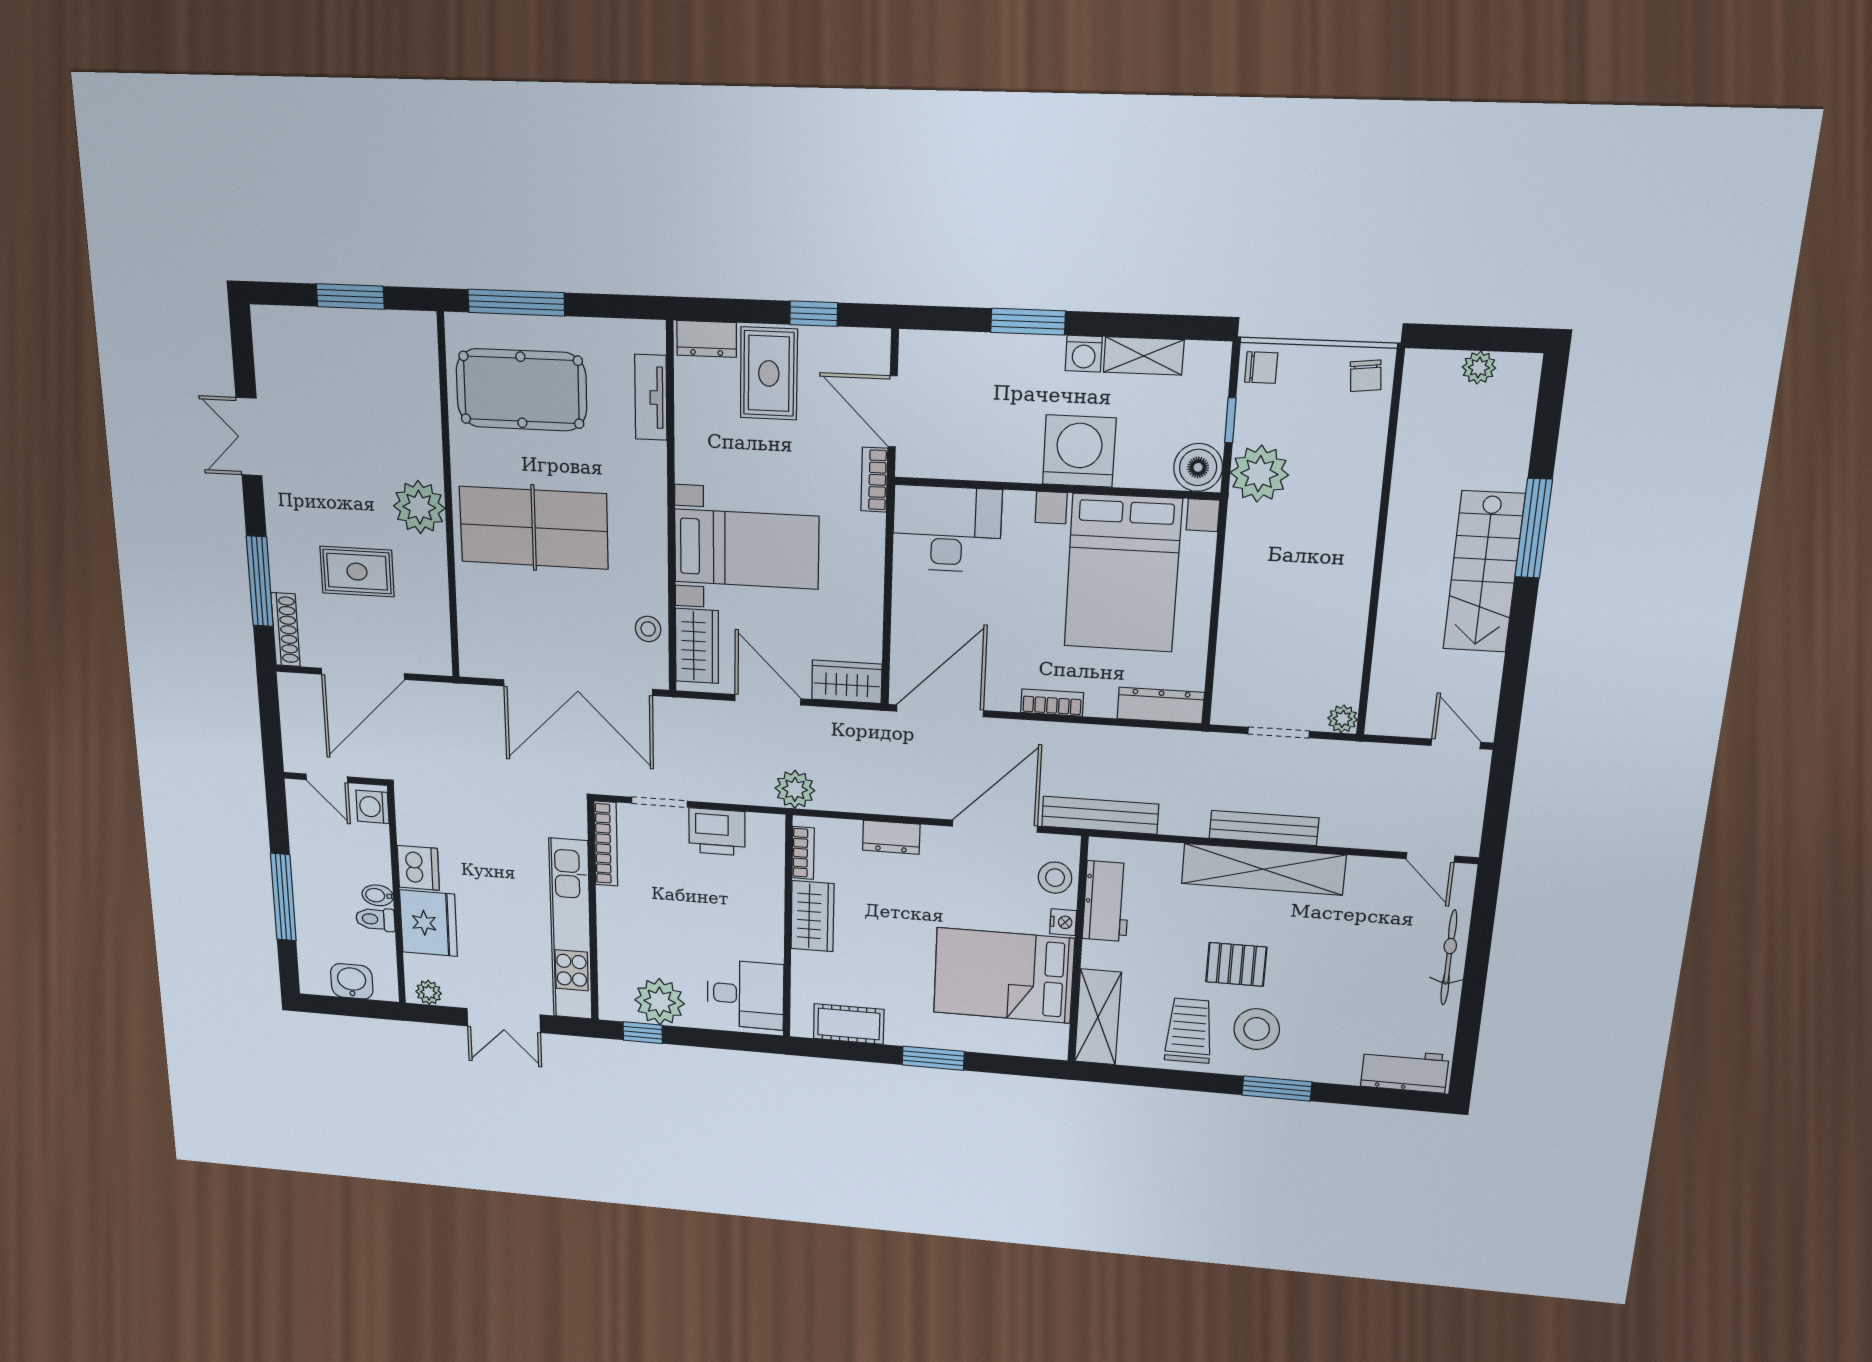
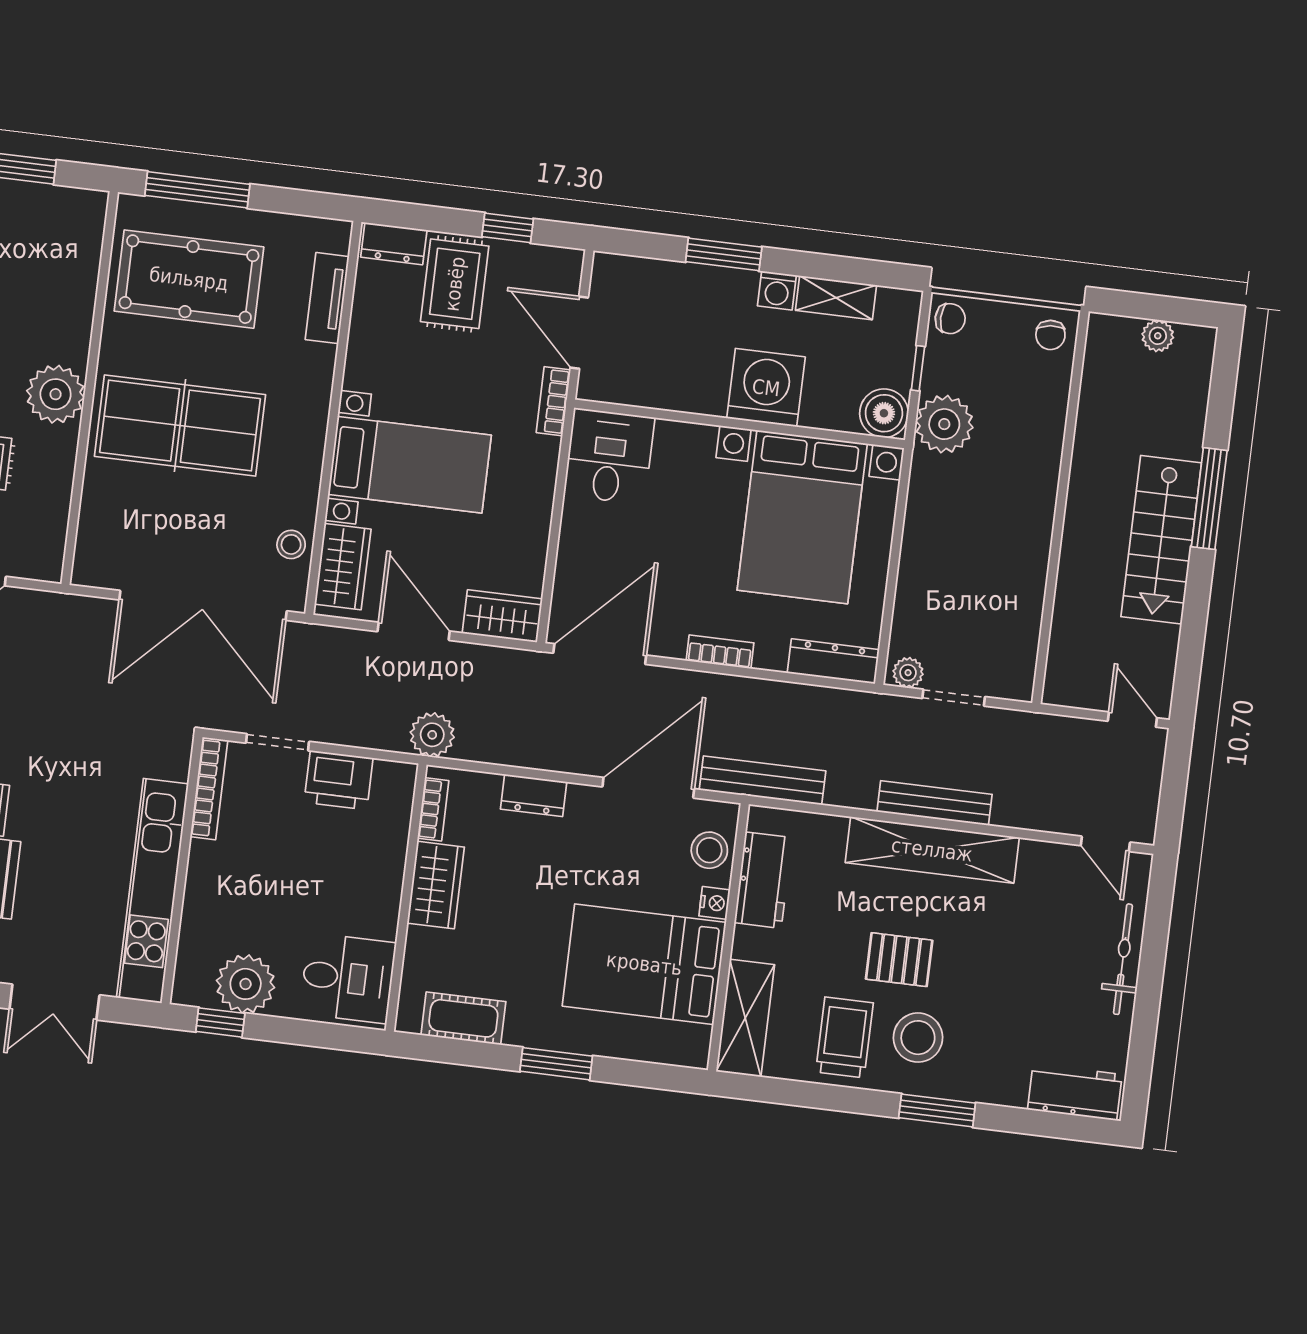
desk: (947, 529) -> (609, 456), width x0.73
plant: (1343, 719) -> (908, 673), moved

